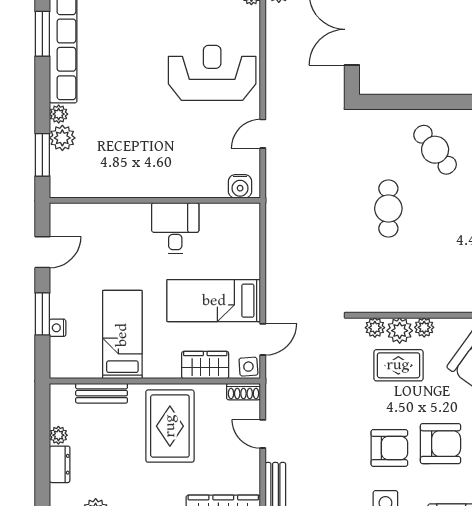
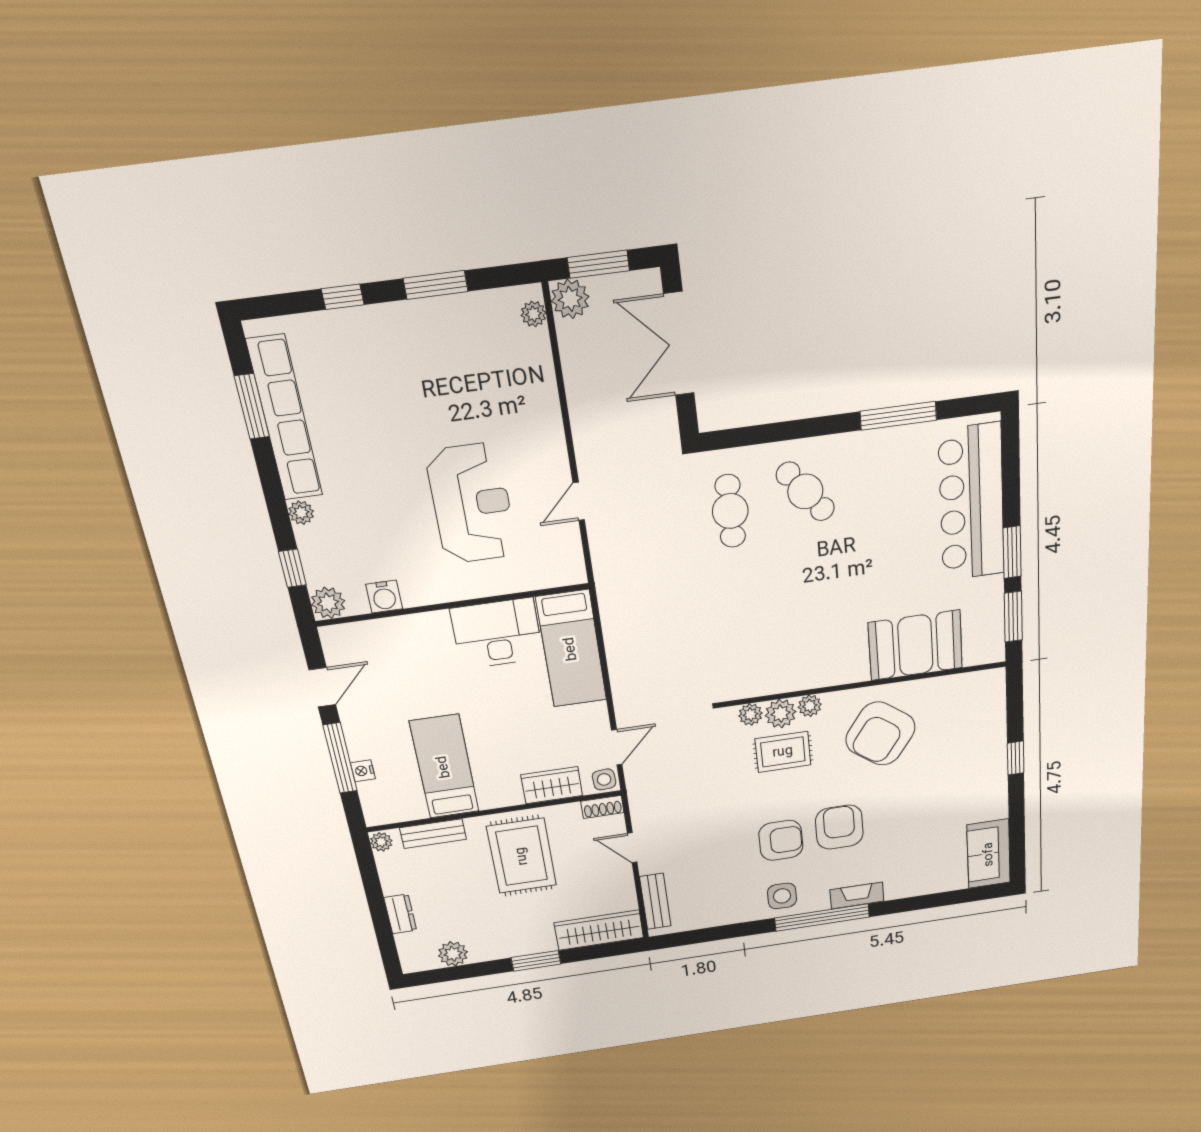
reception desk: (212, 73) -> (472, 504), moved, turned 90
plant: (62, 138) -> (328, 603), moved
window: (42, 155) -> (292, 568), width x0.67
water cooler: (240, 186) -> (384, 597), moved
cafe table: (388, 209) -> (730, 511), moved
desk: (175, 228) -> (497, 633), width x1.37
bed: (214, 301) -> (571, 649), moved, turned -90
window: (42, 314) -> (340, 758), width x1.44
plant: (58, 435) -> (381, 842), moved
armchair: (441, 444) -> (839, 827), turned -90

